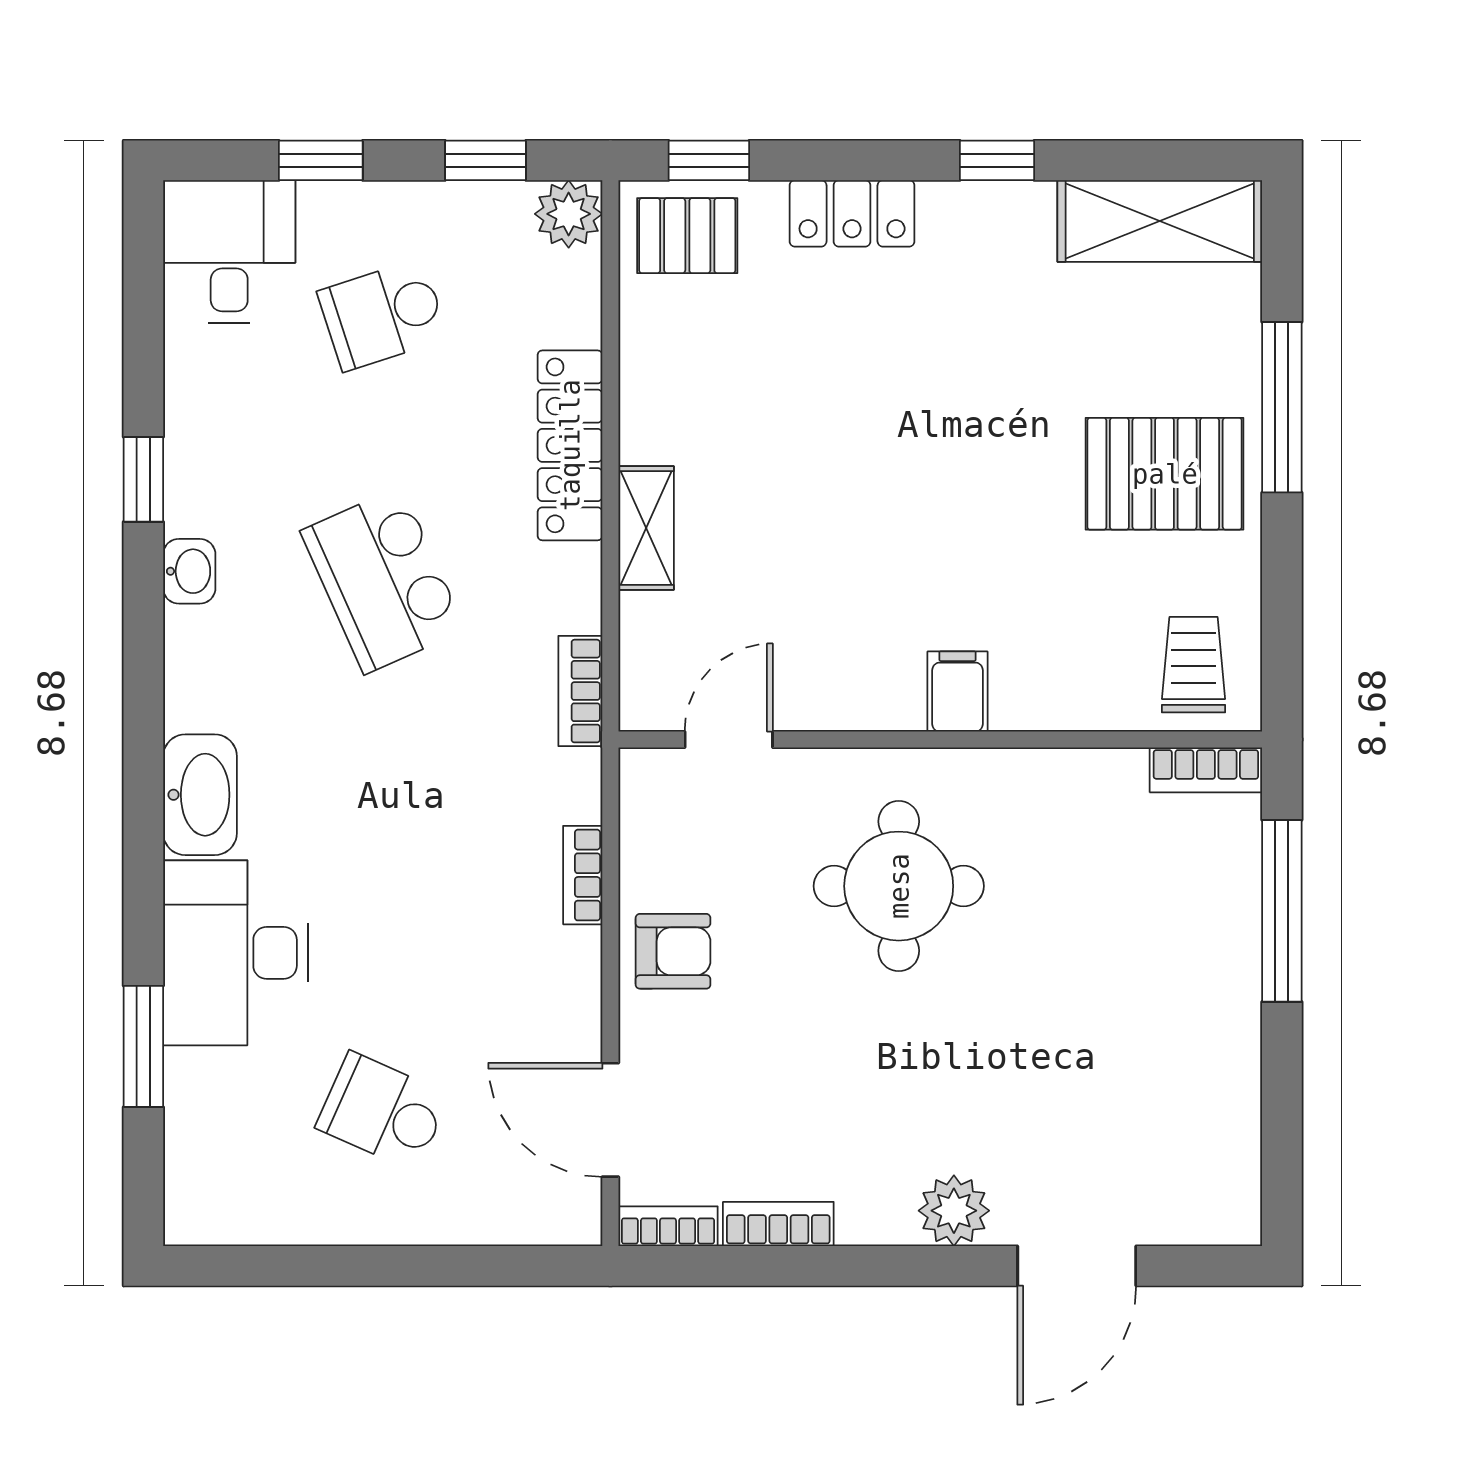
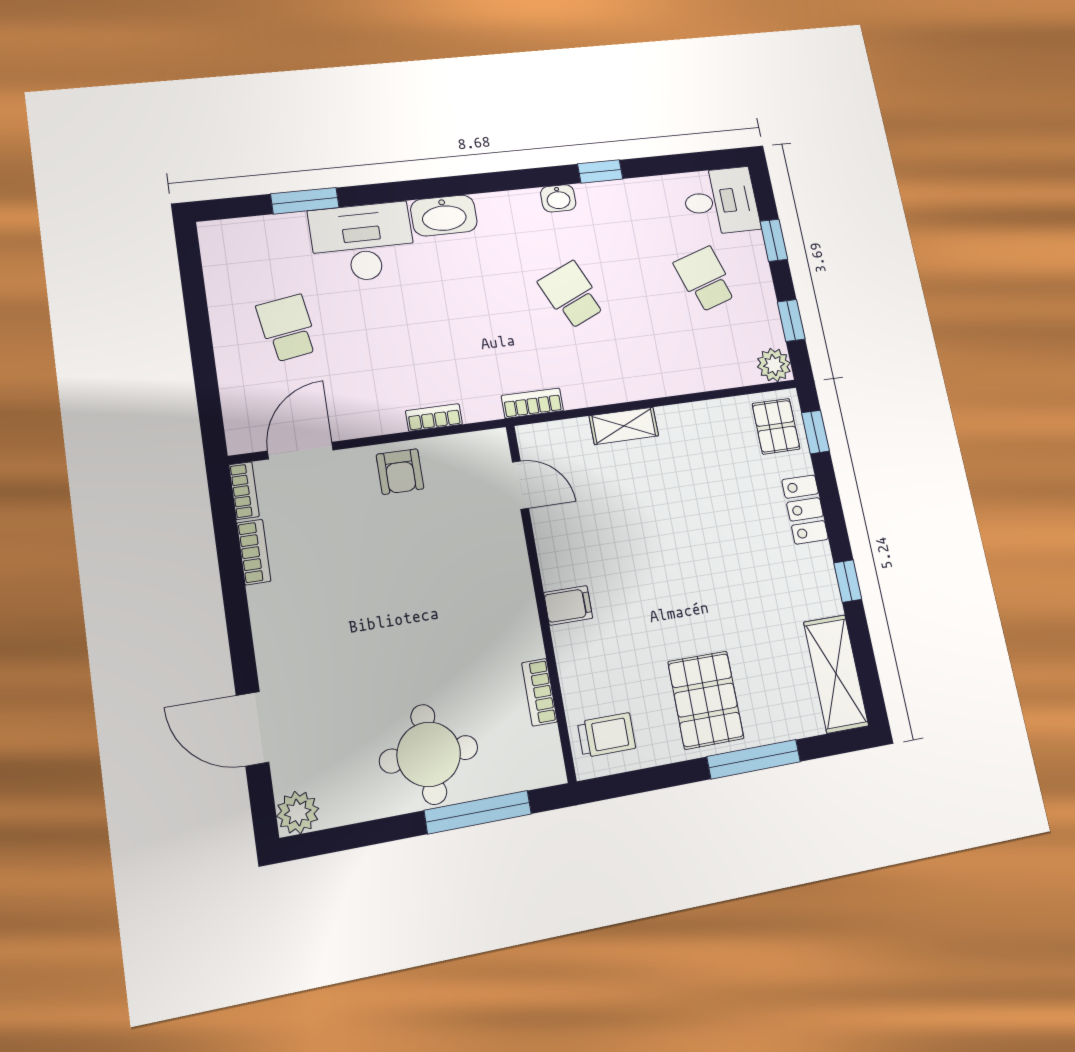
locker: (570, 445) -> (659, 381), removed
school desk: (383, 580) -> (572, 295), width x0.54
bookcase: (1206, 770) -> (539, 692), moved
round table: (899, 886) -> (429, 754), moved
school desk: (383, 1111) -> (287, 328), turned -33
plant: (954, 1211) -> (298, 812), moved

